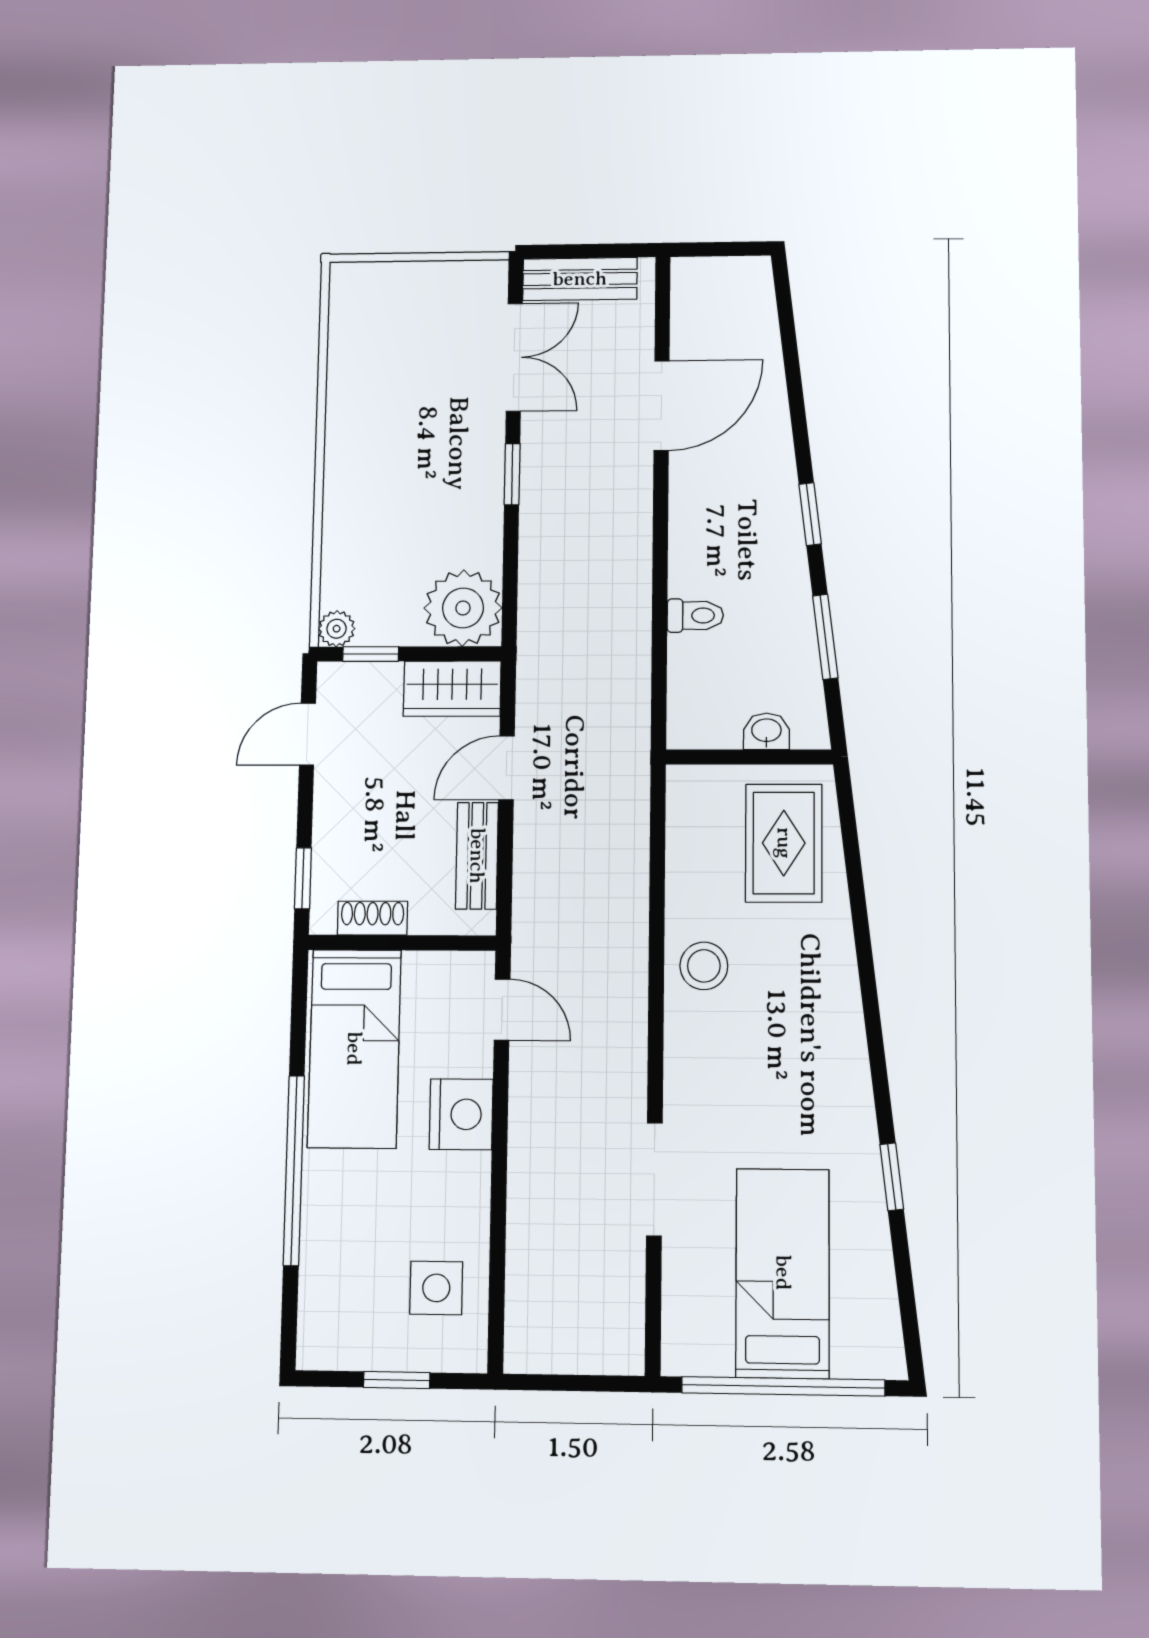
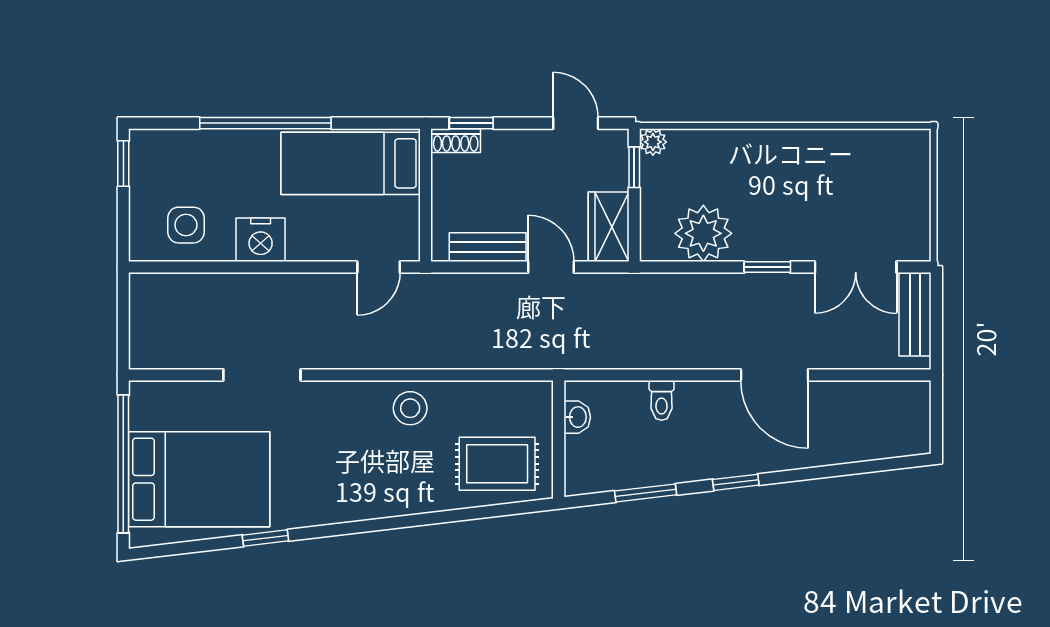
door: (662, 406) -> (774, 375), moved
plant: (463, 608) -> (703, 233), moved
washbasin: (766, 731) -> (577, 417), moved
shoe rack: (372, 918) -> (456, 141), moved, turned 90
nightstand: (461, 1114) -> (261, 240), moved
bed: (783, 1273) -> (199, 479), width x1.50
window: (397, 1380) -> (123, 164), moved

